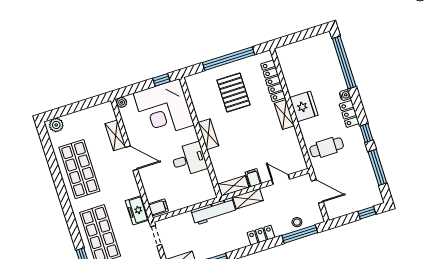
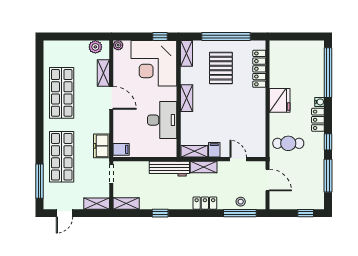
shelving: (284, 115) -> (186, 53), moved
plant: (56, 125) -> (95, 47), moved
desk: (189, 159) -> (162, 120), width x1.37

